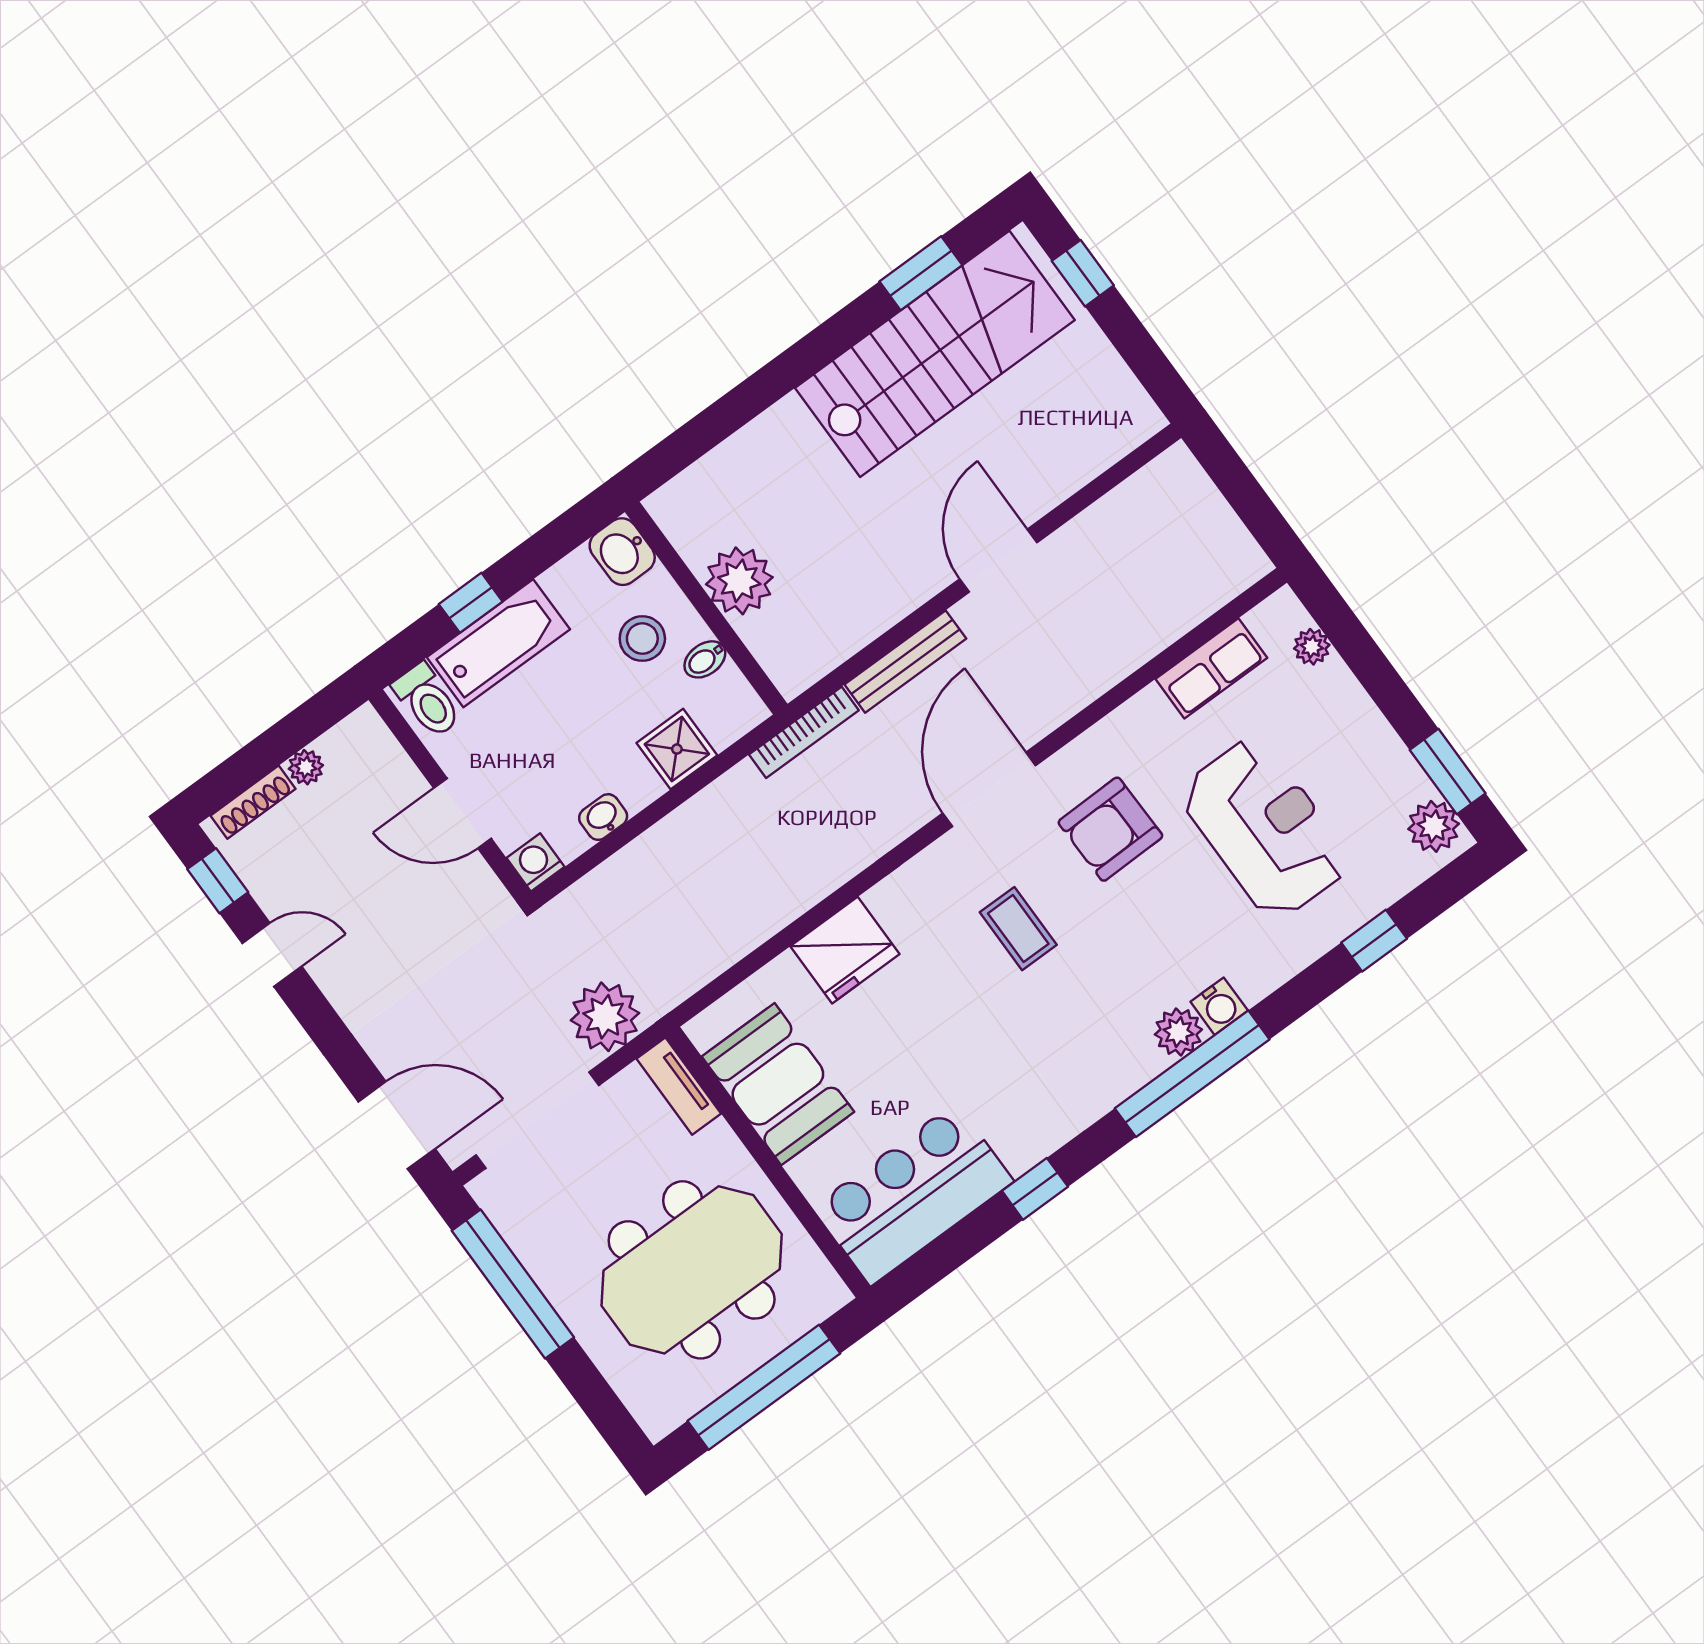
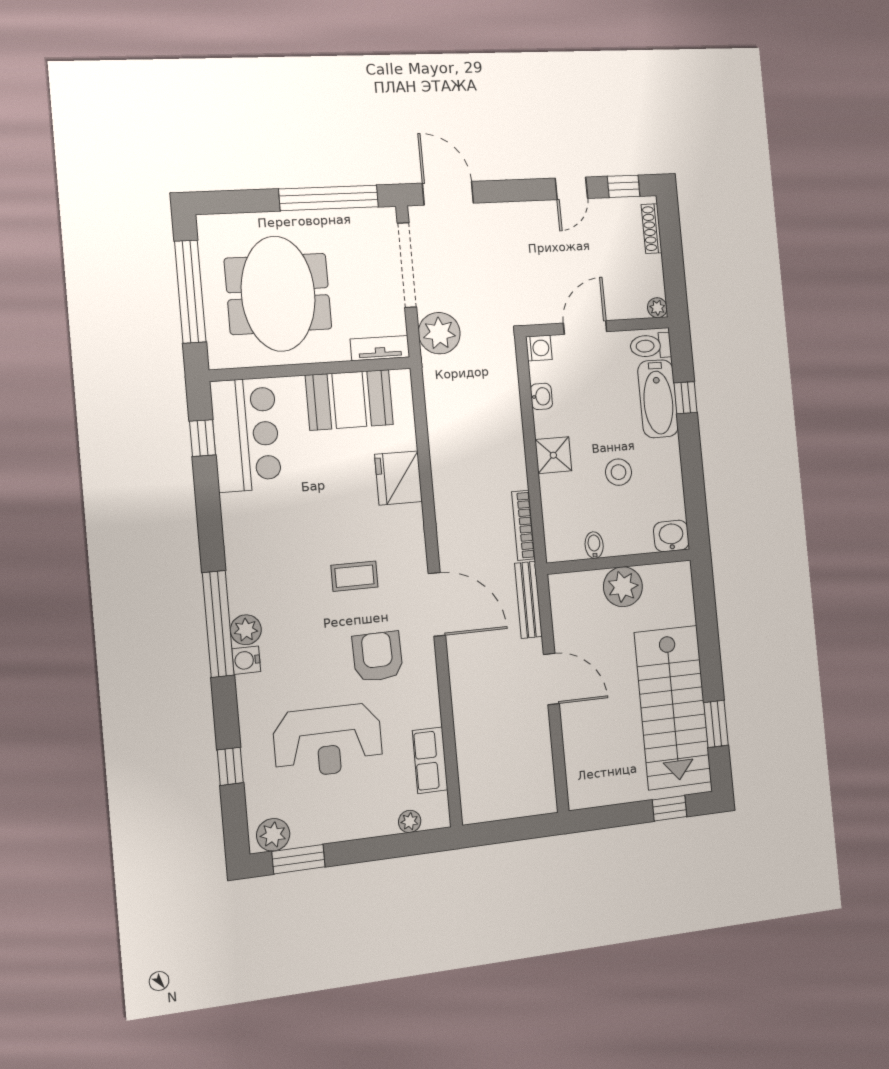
washbasin: (622, 552) -> (671, 536), moved
plant: (739, 581) -> (623, 587), moved
wall: (706, 608) -> (619, 562), moved
bidet: (705, 659) -> (594, 545), moved
plant: (306, 767) -> (657, 308), moved
door: (397, 1125) -> (448, 193), swing flipped
window: (1035, 1189) -> (203, 438), moved

